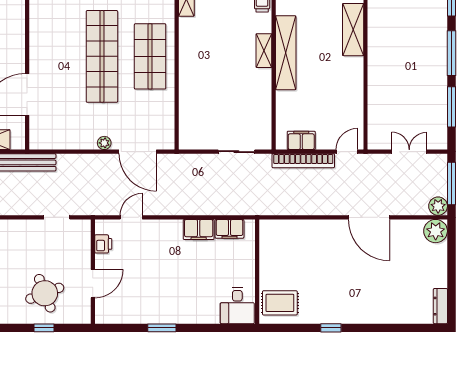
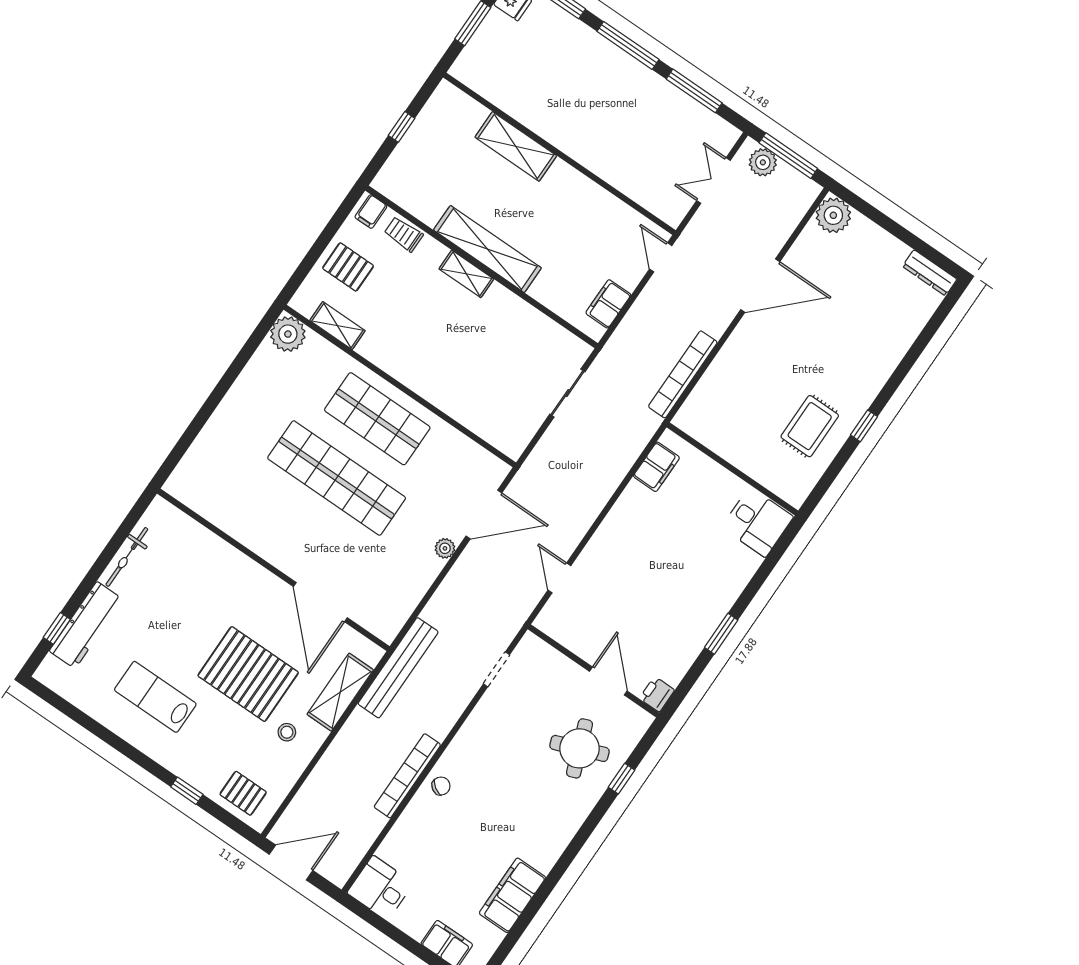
bookcase: (303, 161) -> (683, 374), moved, turned 180
plant: (438, 206) -> (763, 162), moved
filing cabinet: (199, 230) -> (631, 505), removed
printer: (103, 244) -> (657, 694), moved, turned -90
rug: (280, 303) -> (810, 426), moved

